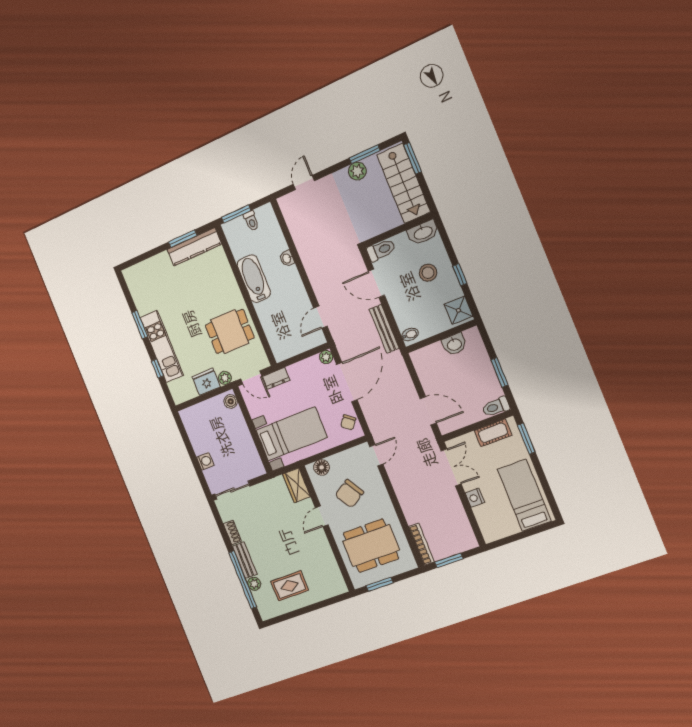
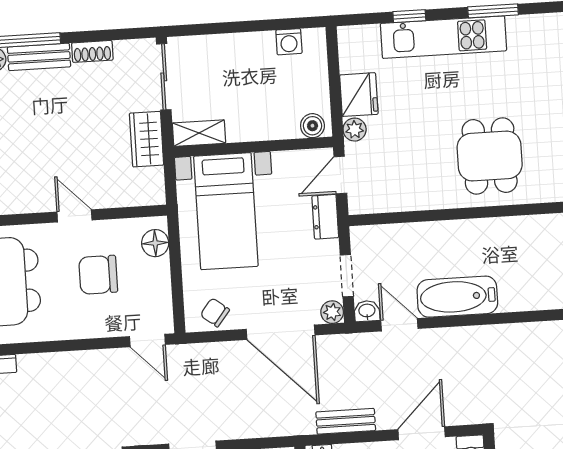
washbasin: (287, 258) -> (367, 311), moved
bathtub: (254, 279) -> (457, 297), moved, turned 180
bench: (384, 329) -> (346, 421), width x0.73
dining table: (230, 331) -> (490, 156), moved
doorway: (304, 356) -> (347, 276), added
washing machine: (205, 461) -> (289, 42), moved
shelving: (255, 462) -> (199, 133), added
wardrobe: (297, 485) -> (147, 139), moved, turned -90
chair: (349, 494) -> (98, 275), turned -59

